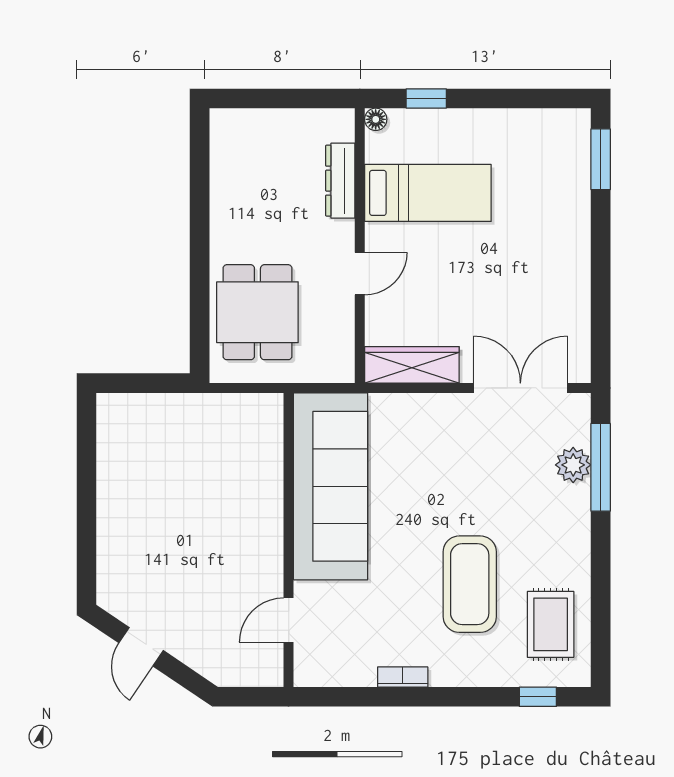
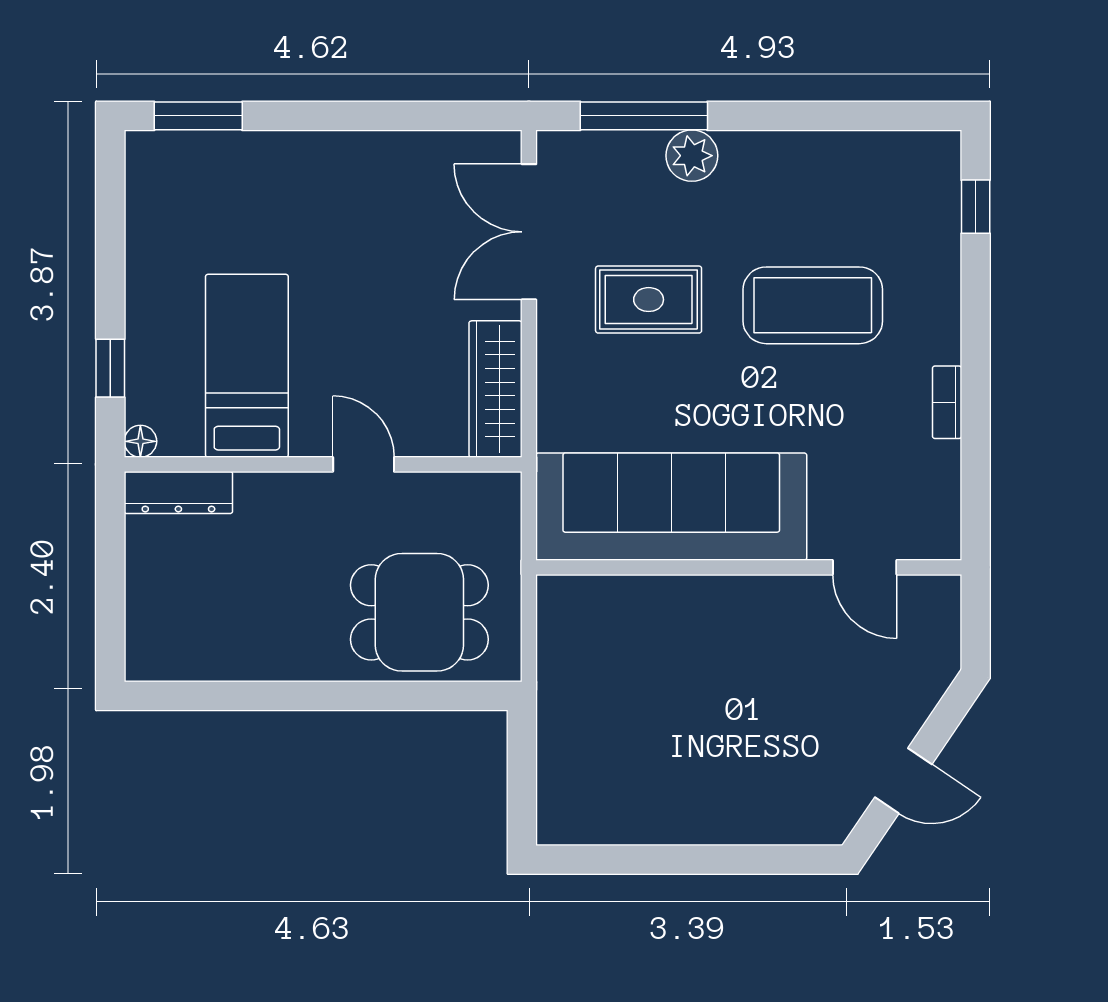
dresser: (340, 181) -> (178, 493), moved
plant: (573, 465) -> (692, 156), moved
rug: (551, 624) -> (649, 300), moved

